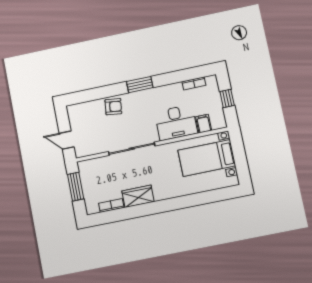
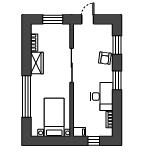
window: (93, 94) -> (117, 45), added
desk: (176, 123) -> (102, 96), moved, turned 180
filing cabinet: (204, 124) -> (79, 132), moved
window: (186, 201) -> (26, 96), added

